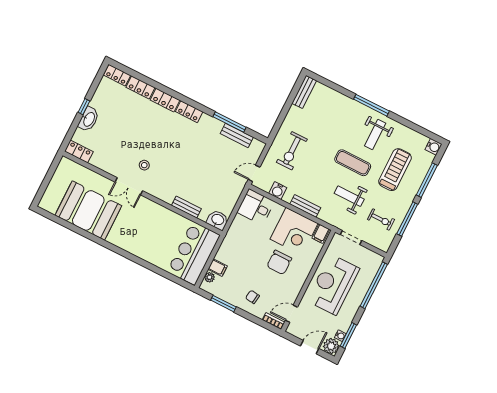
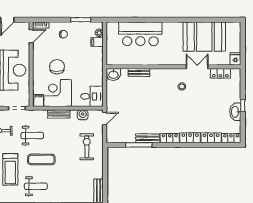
washbasin: (89, 119) -> (235, 112), moved
bench: (237, 135) -> (148, 138), moved
weight bench: (375, 135) -> (36, 186), turned 90
locker: (79, 152) -> (220, 73), moved
fridge: (65, 166) -> (235, 59), added
double door: (129, 186) -> (197, 67), moved
bar counter: (194, 253) -> (140, 34), moved, turned 90

